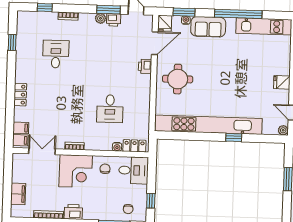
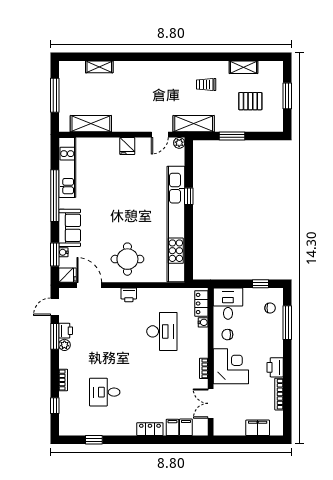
printer: (145, 66) -> (129, 295), moved
desk: (110, 109) -> (162, 331), width x1.37
filing cabinet: (20, 140) -> (172, 427), moved

